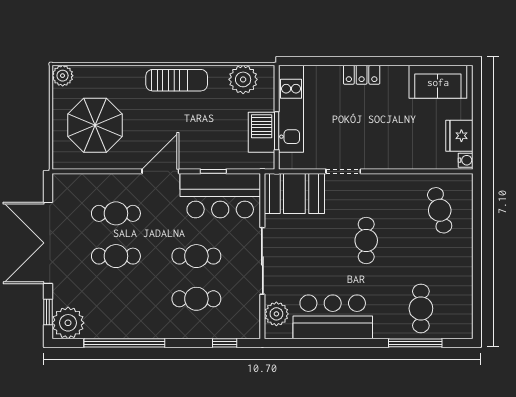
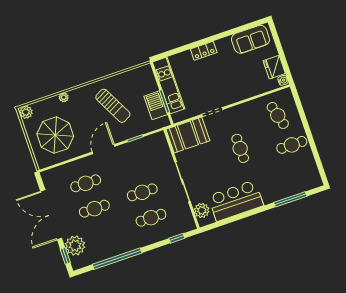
plant: (243, 79) -> (64, 97), moved, width x0.53, depth x0.53
sun lounger: (177, 80) -> (113, 106), moved, turned 63
bar counter: (220, 196) -> (144, 151), removed
cafe table: (421, 308) -> (292, 145), moved, turned 90
plant: (68, 323) -> (75, 246), moved

